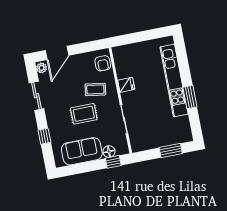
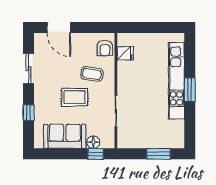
door: (57, 53) -> (59, 28), hinge flipped
plant: (42, 68) -> (40, 40), removed
fridge: (126, 85) -> (125, 53), moved
window: (190, 97) -> (190, 90), moved

